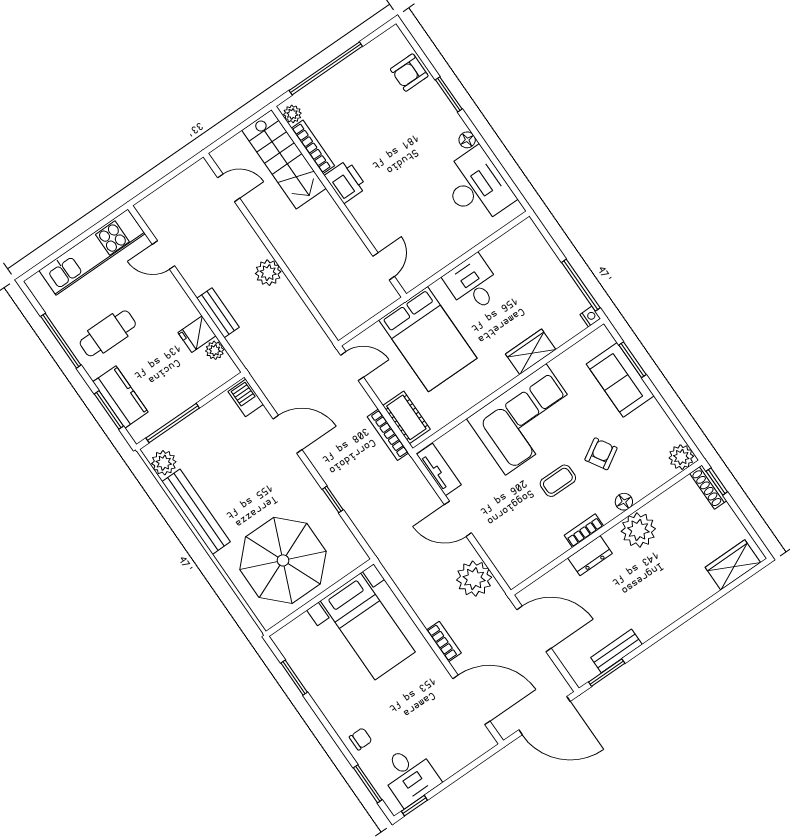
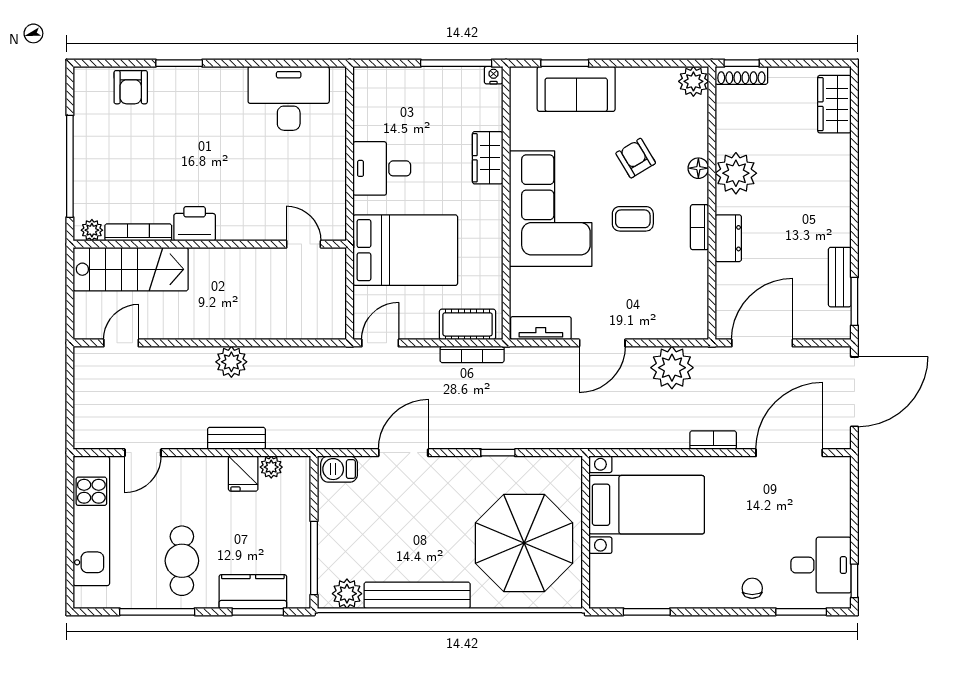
floor lamp: (467, 140) -> (236, 76), removed
coffee table: (558, 481) -> (633, 219), turned 90

